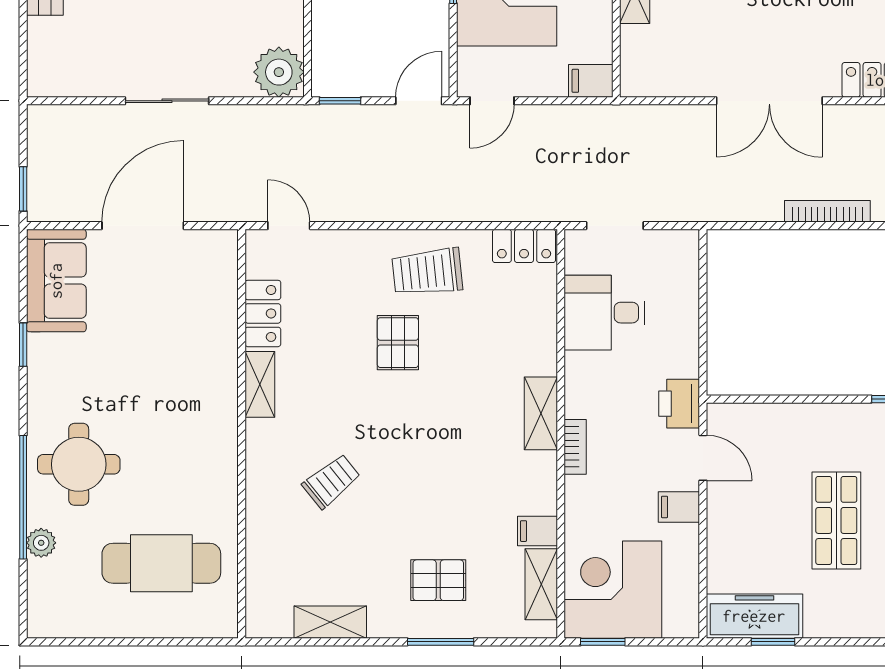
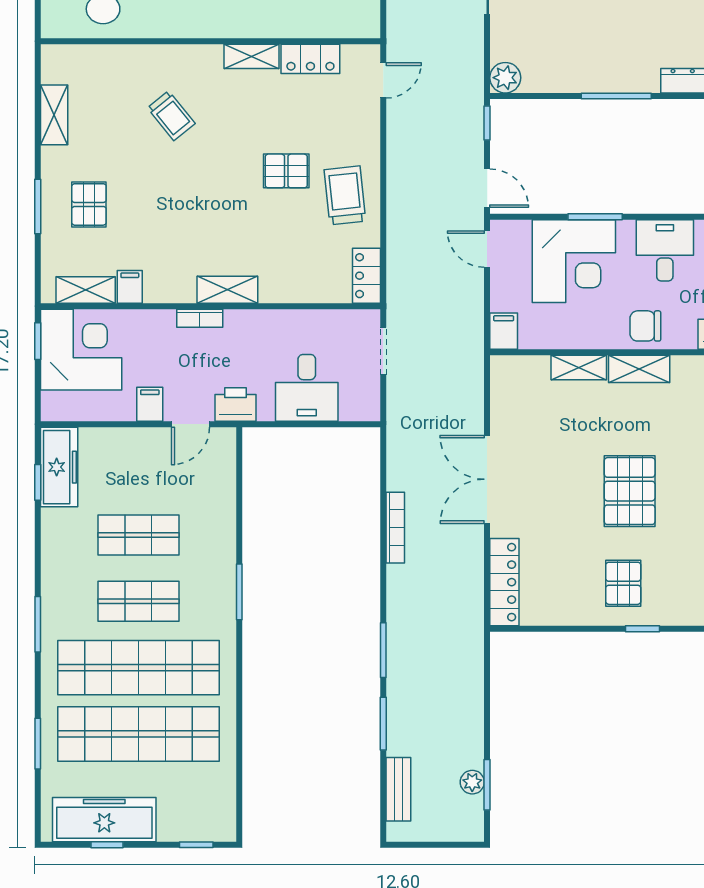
plant: (279, 72) -> (505, 78), width x0.73, depth x0.73
desk: (605, 313) -> (307, 388), moved, turned 180

